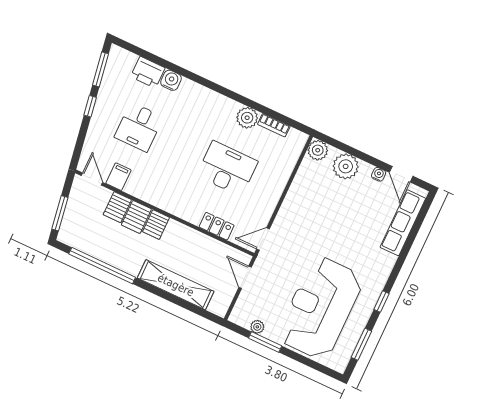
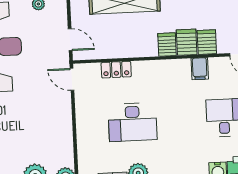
filing cabinet: (118, 177) -> (200, 69), moved
door: (263, 239) -> (72, 79), swing flipped

